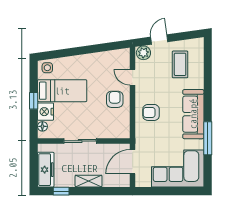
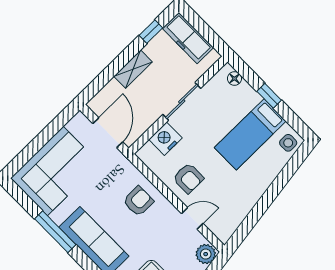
nightstand: (46, 112) -> (165, 139), moved, turned -90

